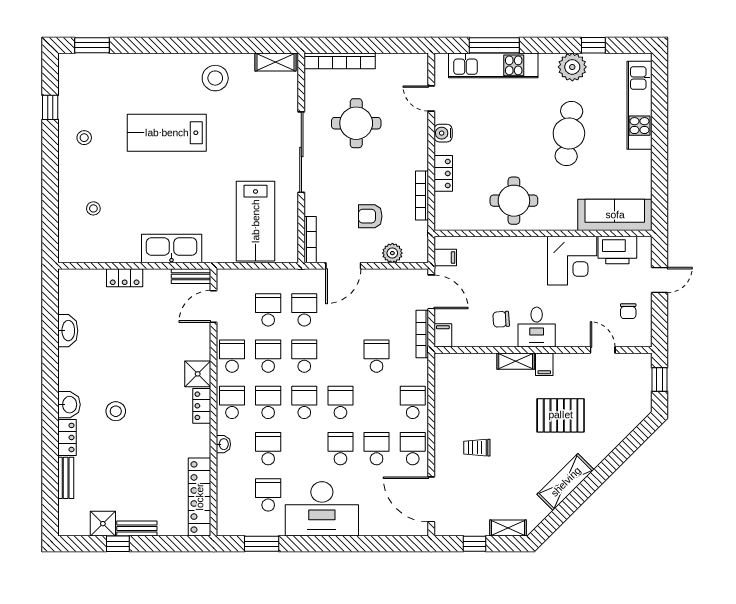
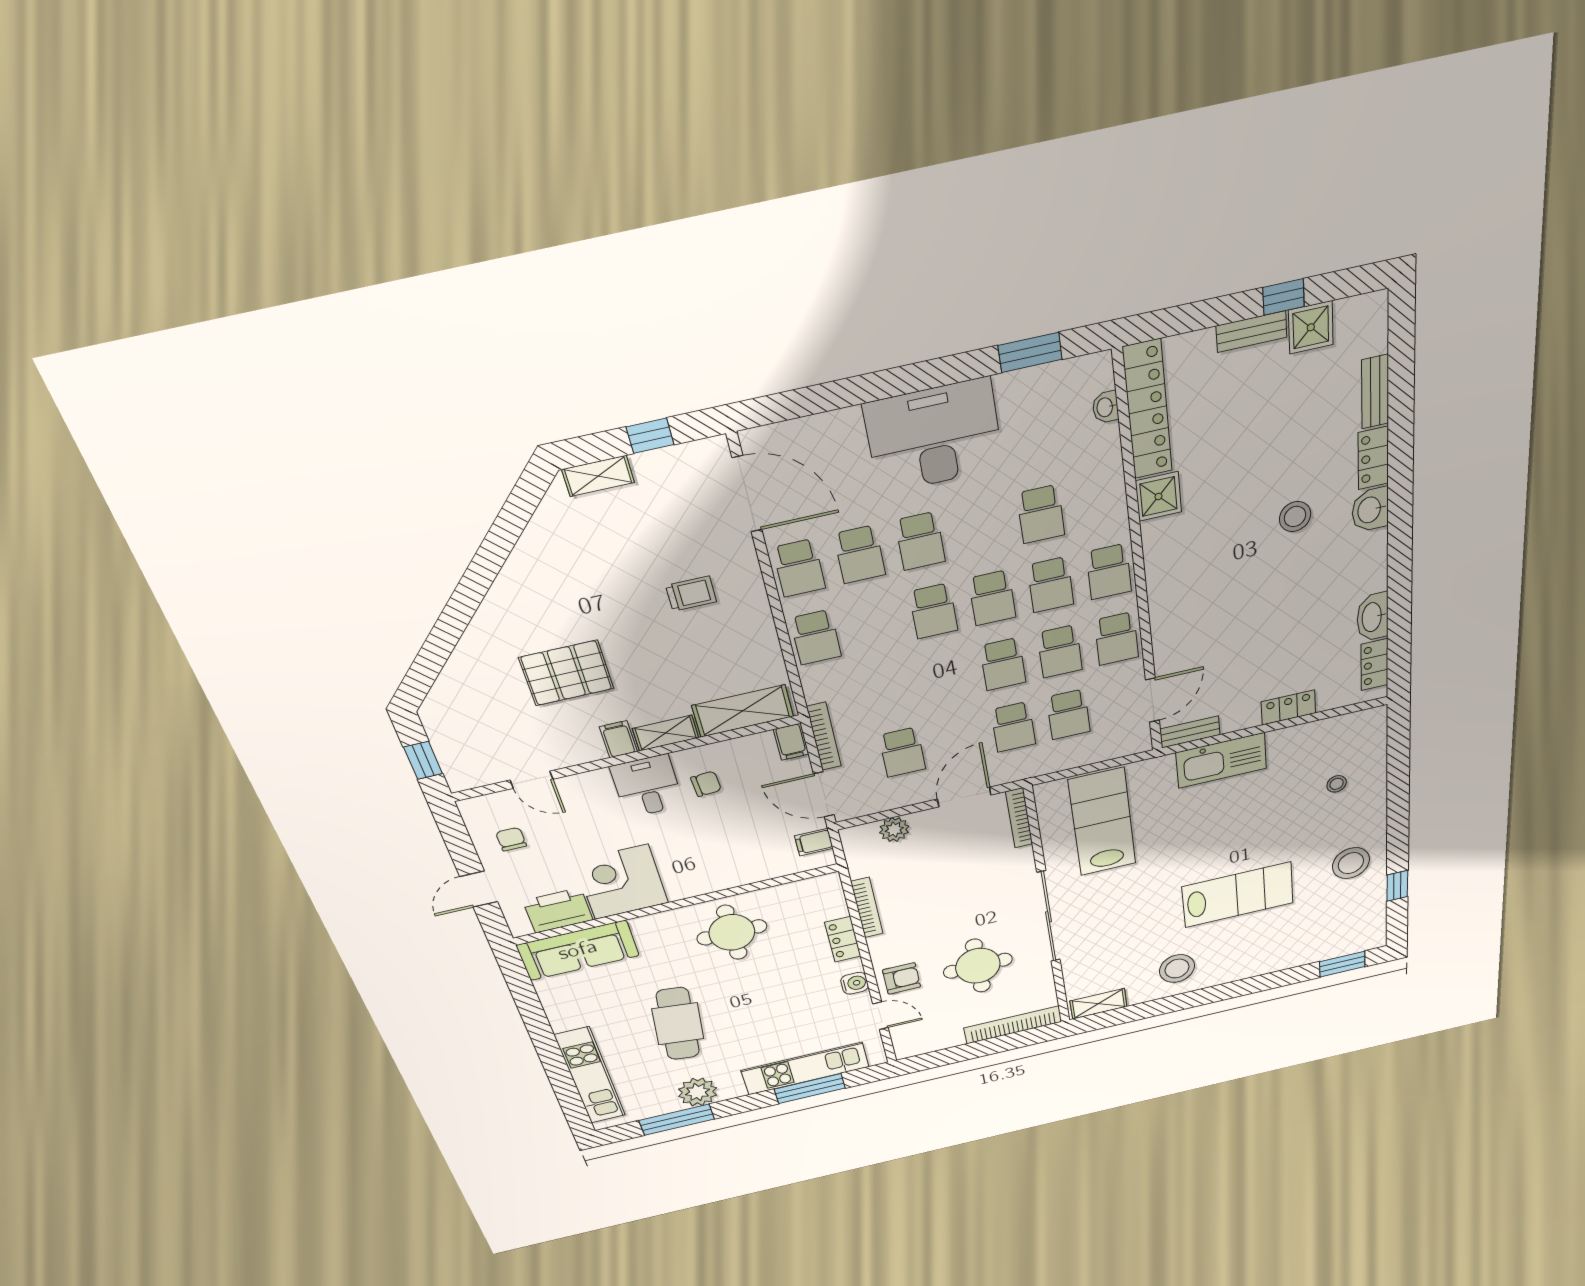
window: (593, 45) -> (677, 1120), width x2.17
stool: (84, 138) -> (1351, 863), width x1.89, depth x1.89
armchair: (370, 216) -> (902, 978), moved
school desk: (377, 356) -> (902, 752), moved
shower: (198, 374) -> (1158, 496), moved
locker: (202, 406) -> (1374, 665), moved, turned 180
washbasin: (223, 444) -> (1105, 407), moved
shelving: (566, 482) -> (743, 711), moved, turned 45
school desk: (268, 495) -> (1030, 439), removed

